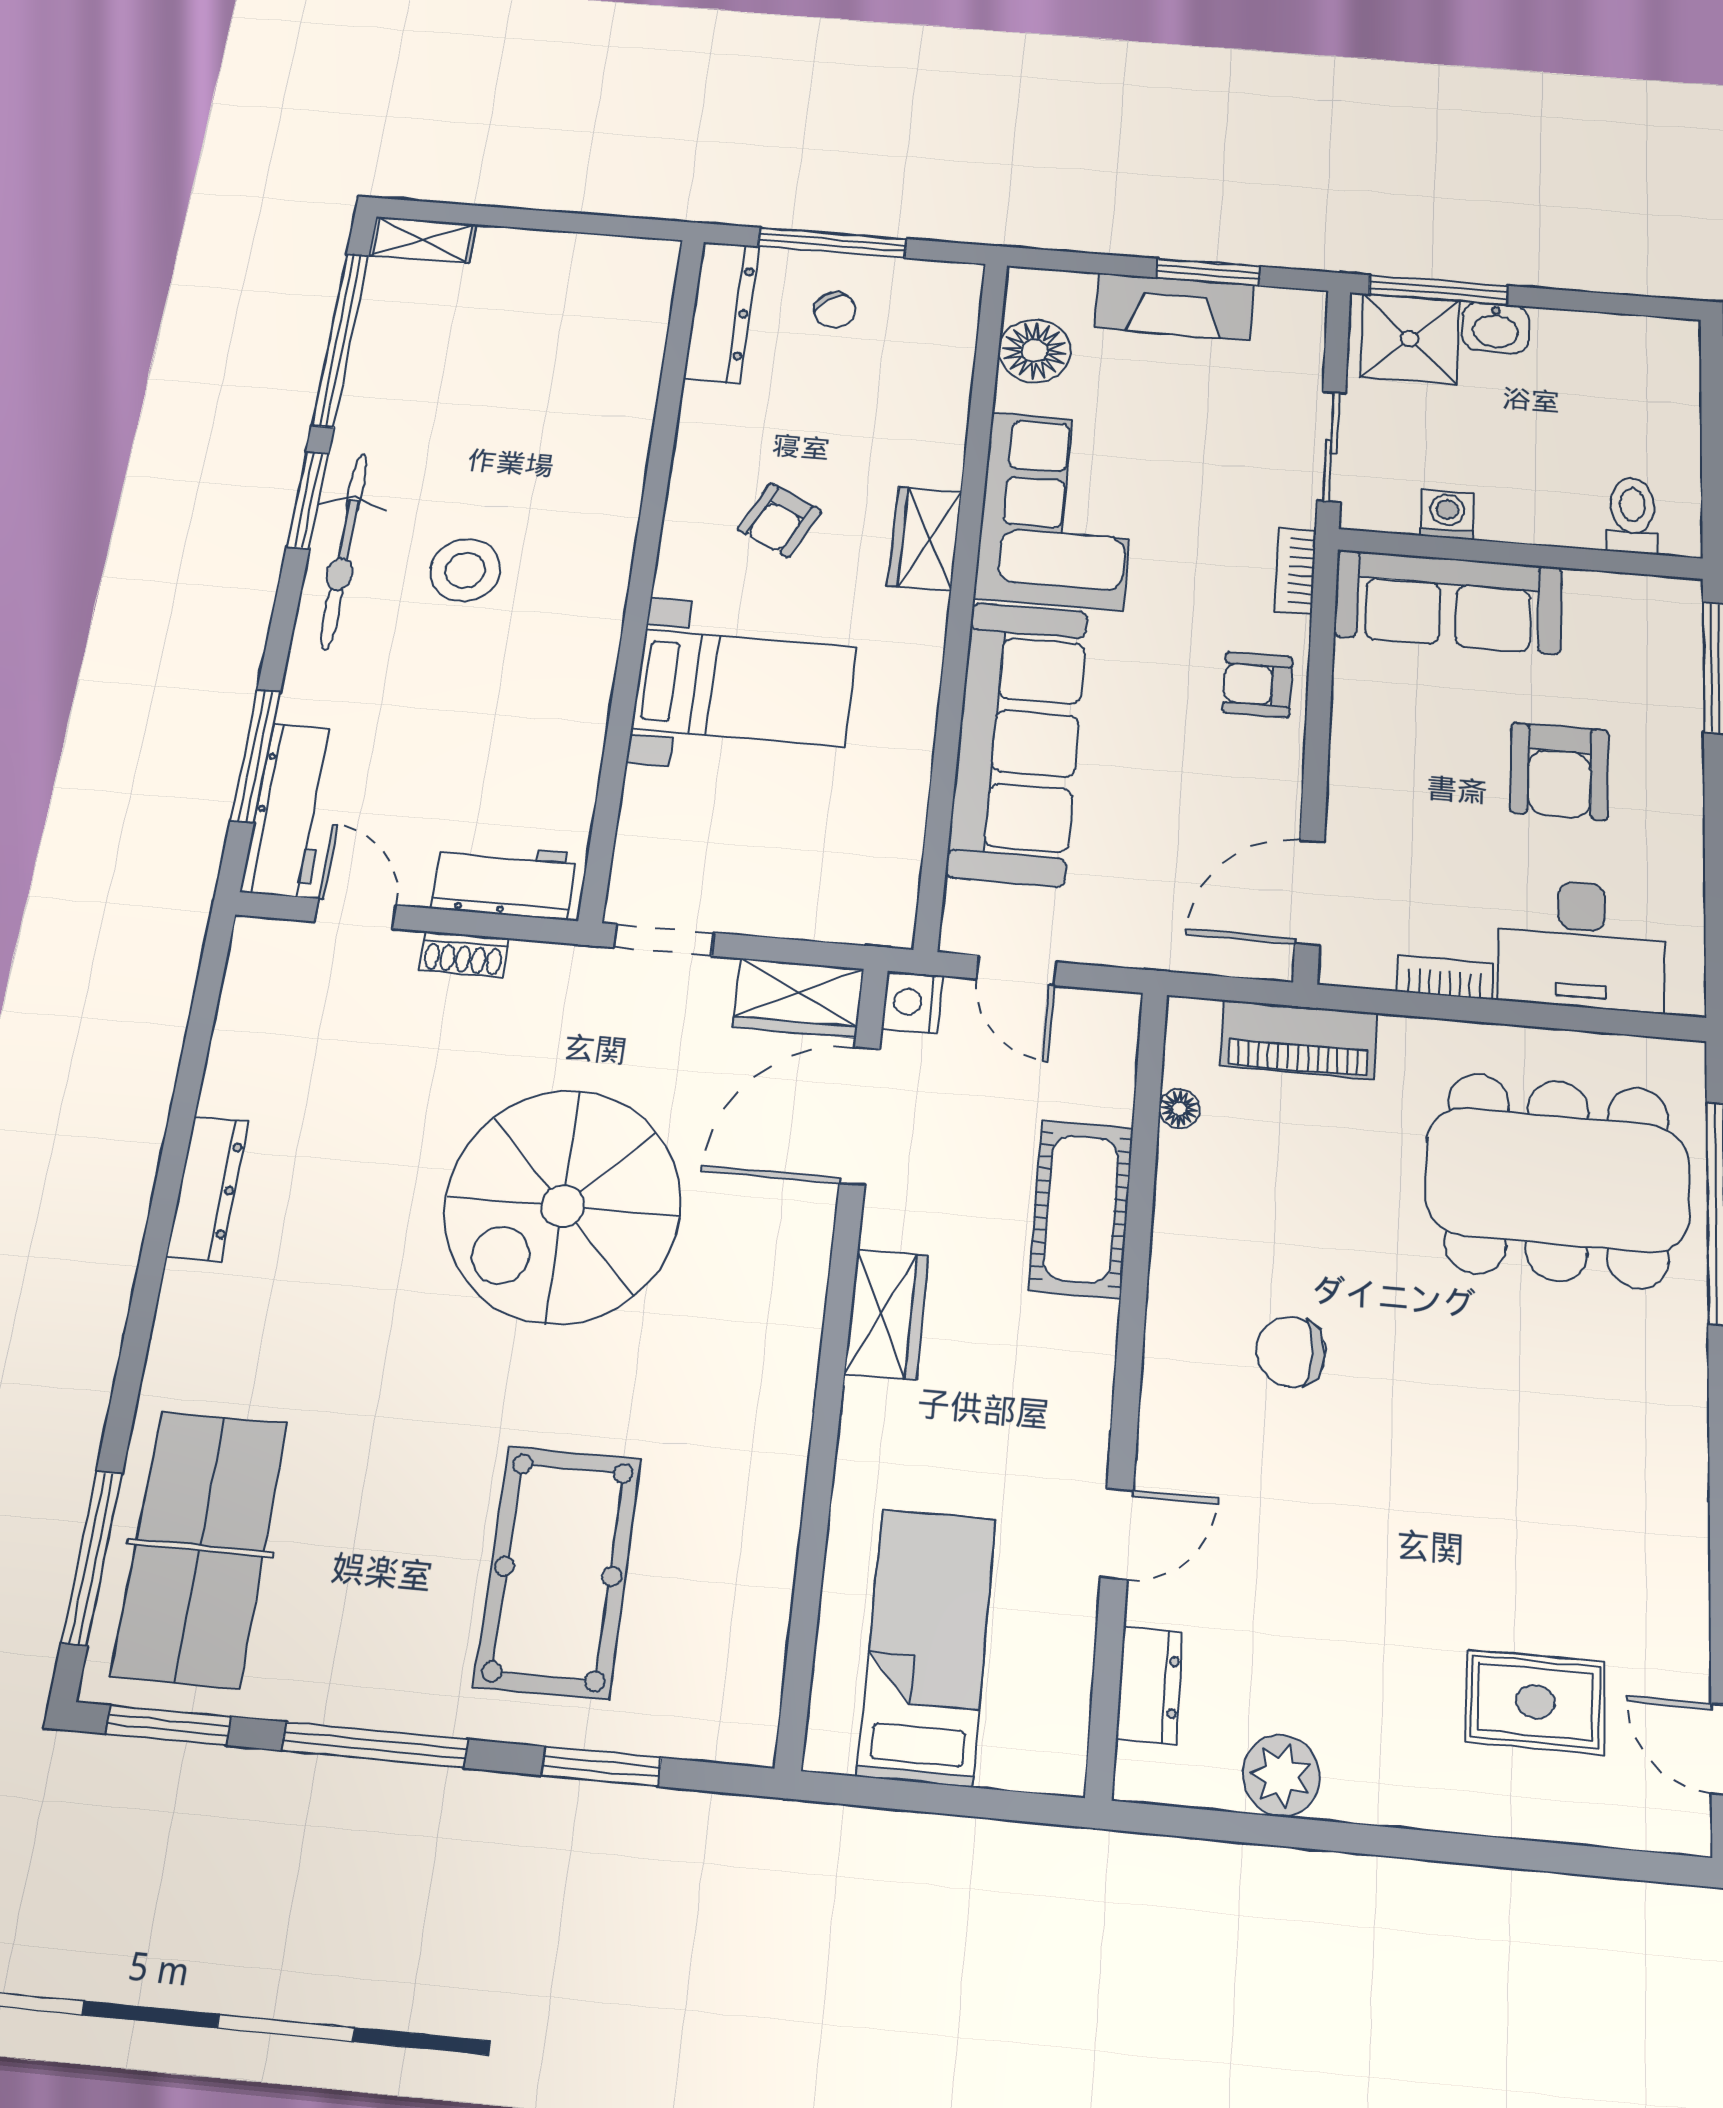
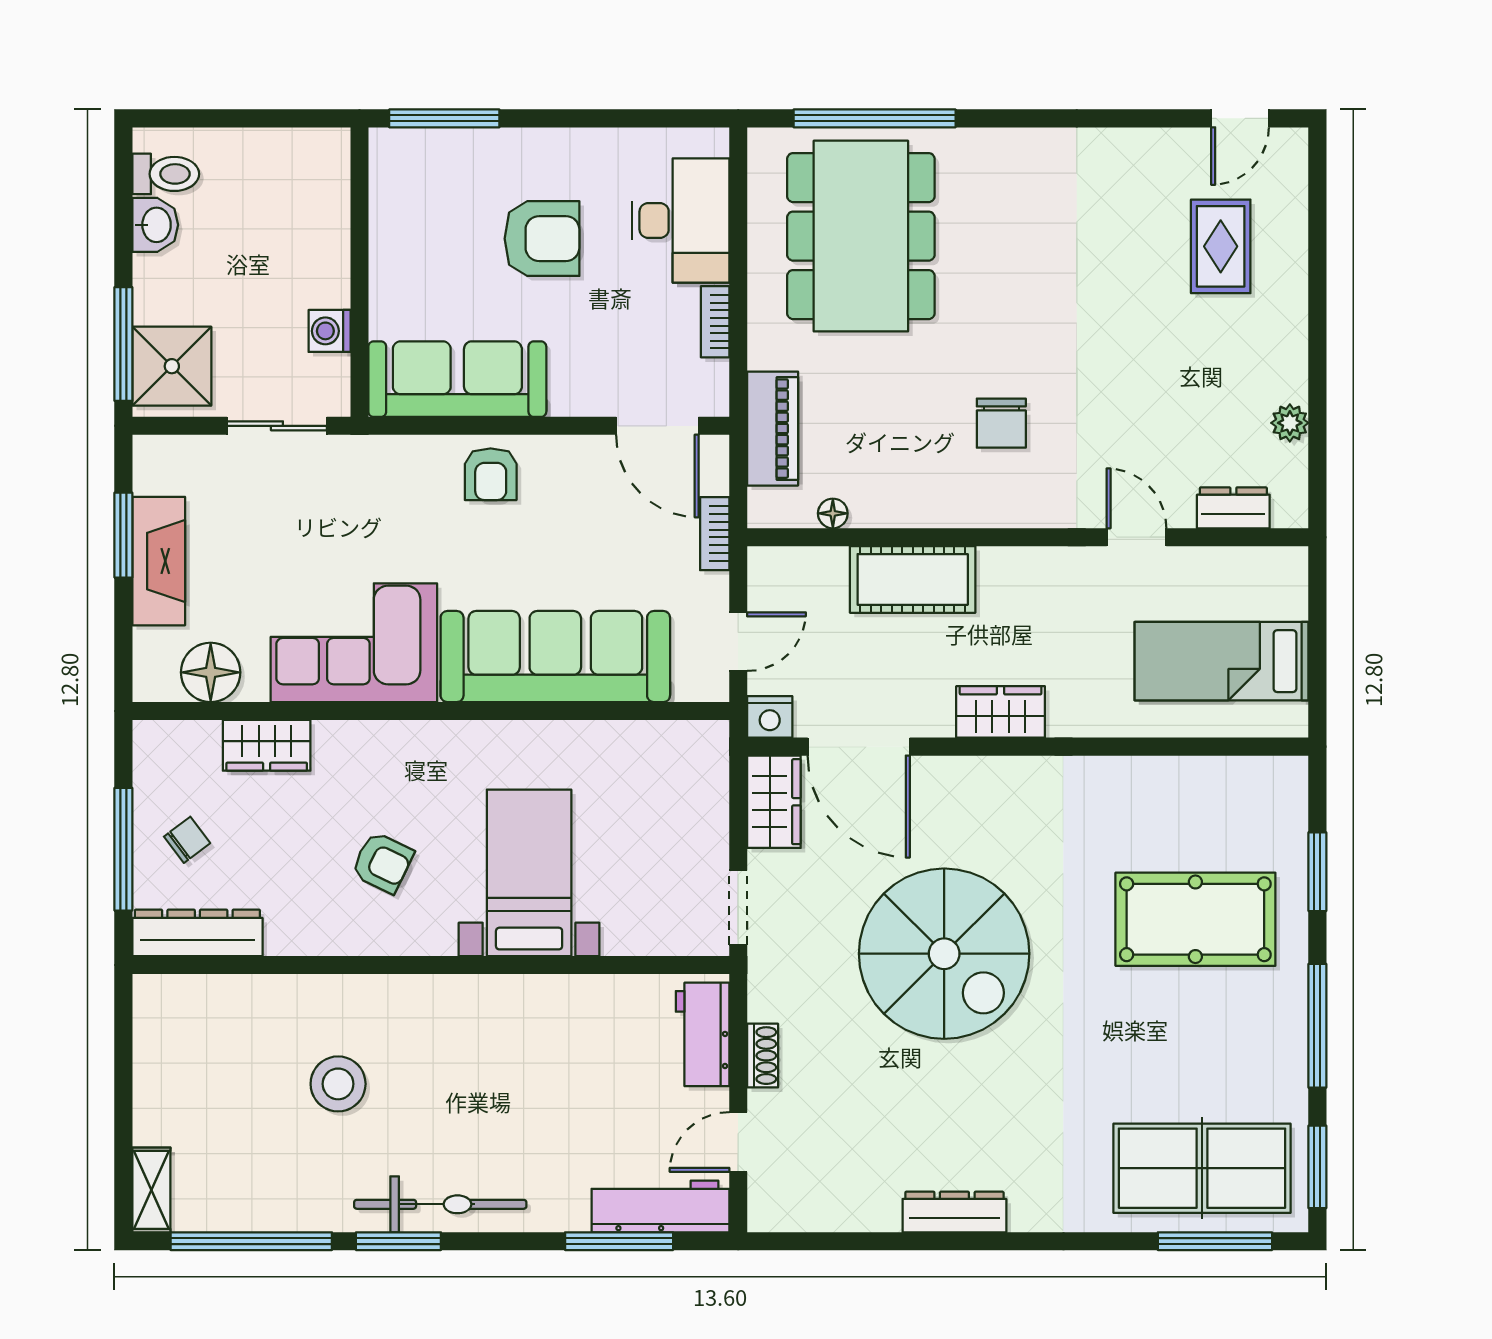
washbasin: (1495, 328) -> (155, 225), moved
toilet: (1632, 515) -> (166, 174), moved, turned 180
wardrobe: (925, 539) -> (267, 745), moved
stool: (465, 570) -> (338, 1084), moved
bookcase: (1296, 571) -> (715, 534), moved, turned 90
sofa: (1448, 602) -> (457, 379), moved, turned -90
plant: (1281, 1776) -> (1290, 423), width x0.73, depth x0.73

